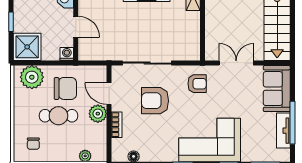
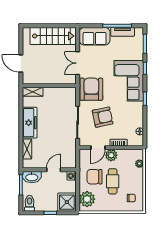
armchair: (197, 84) -> (91, 89), width x1.88, depth x1.88
chair: (65, 88) -> (95, 177), turned -90
armchair: (155, 101) -> (103, 117), turned -102

